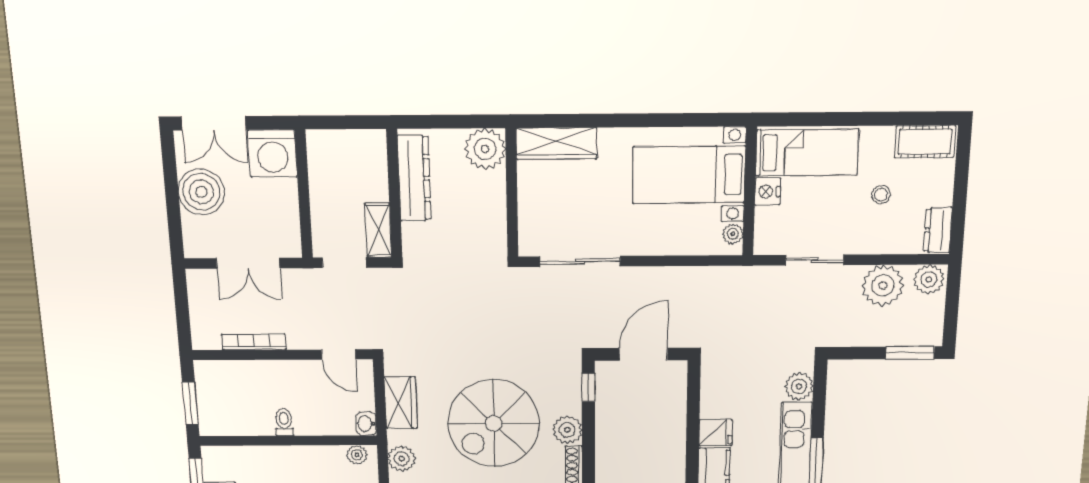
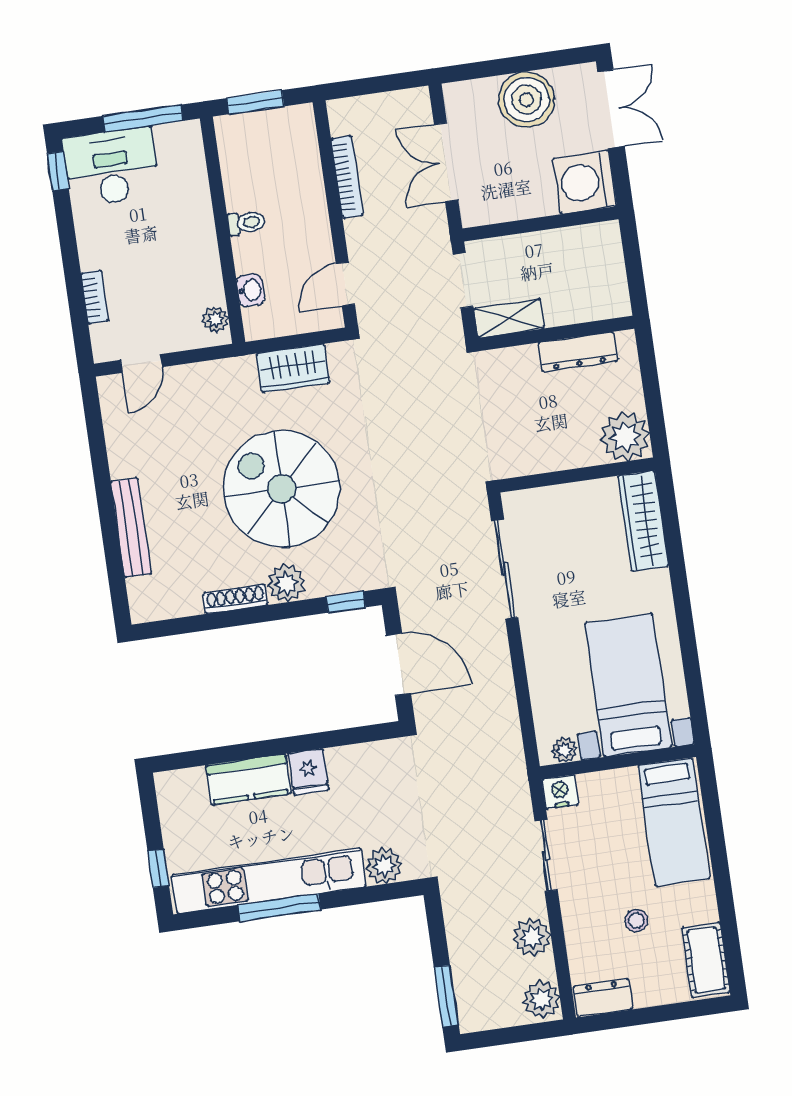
double door: (214, 123) -> (611, 109), swing flipped
dresser: (414, 178) -> (578, 352), width x0.73, depth x0.80
nightstand: (768, 192) -> (560, 792), moved
plant: (883, 285) -> (532, 937), width x0.73, depth x0.73
washbasin: (366, 424) -> (251, 290), moved, turned 90
plant: (402, 459) -> (218, 377), removed

